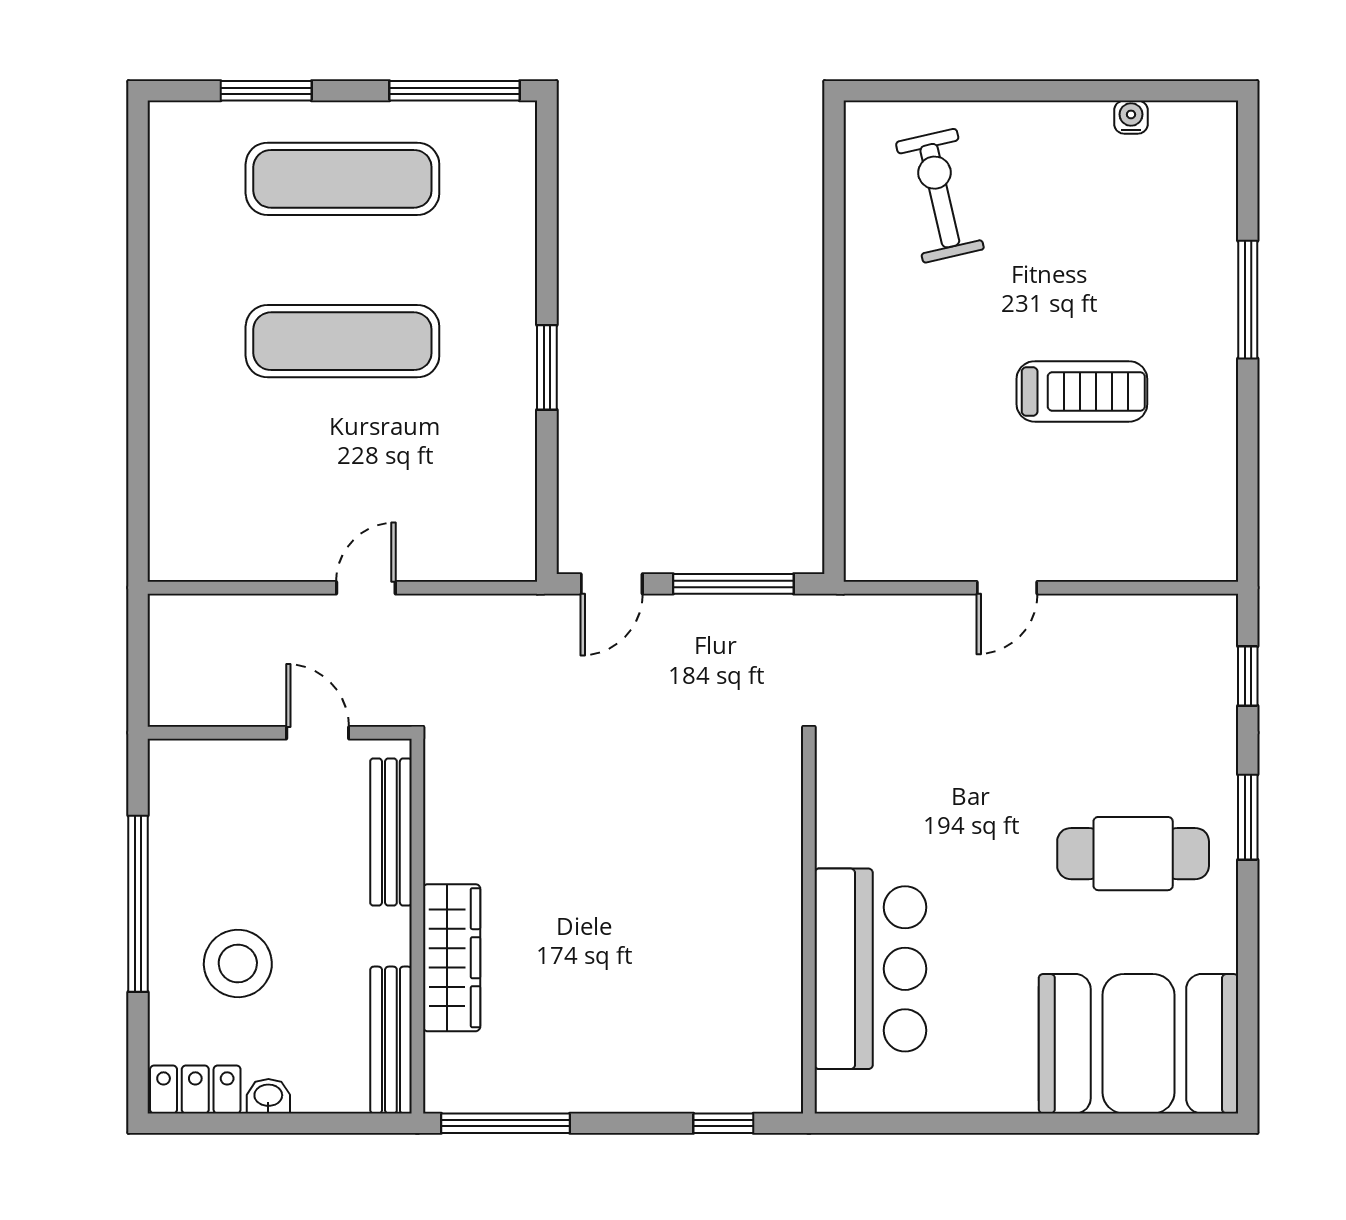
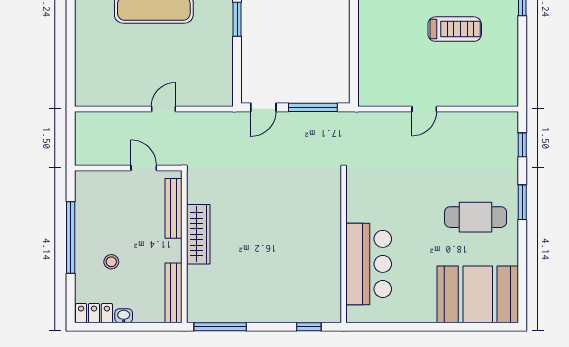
wardrobe: (452, 958) -> (198, 234), moved
stool: (238, 963) -> (111, 262), width x0.53, depth x0.53

